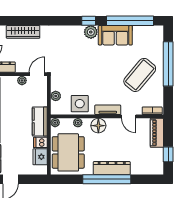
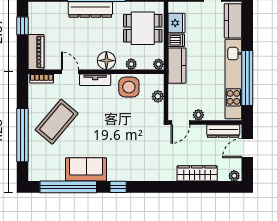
plant: (91, 32) -> (116, 173), removed
dining table: (68, 152) -> (143, 28), width x0.73

